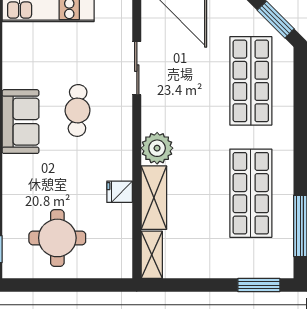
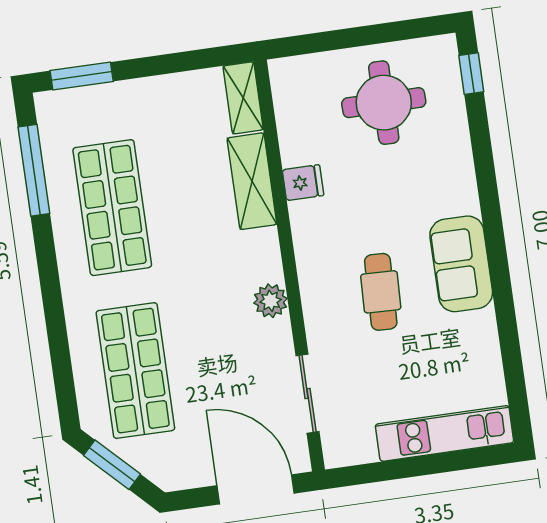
sliding door: (137, 68) -> (308, 394), moved
plant: (157, 148) -> (271, 301), moved, width x0.73, depth x0.73

